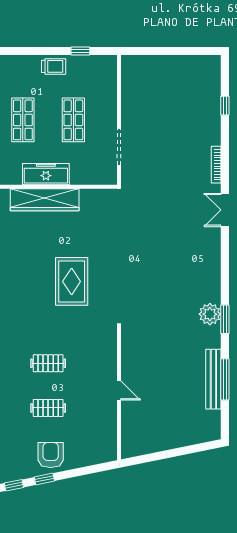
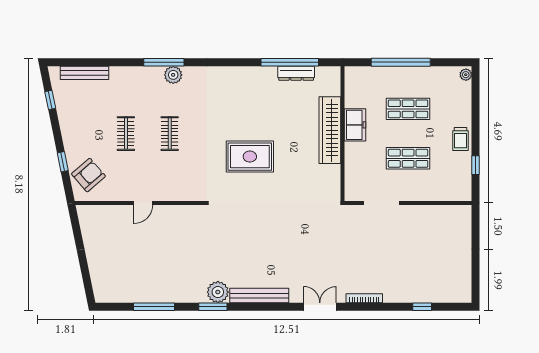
freezer: (46, 174) -> (355, 125), width x0.71
bench: (213, 379) -> (259, 296), moved
armchair: (51, 455) -> (88, 175), moved, turned -41
window: (44, 479) -> (63, 162), moved

